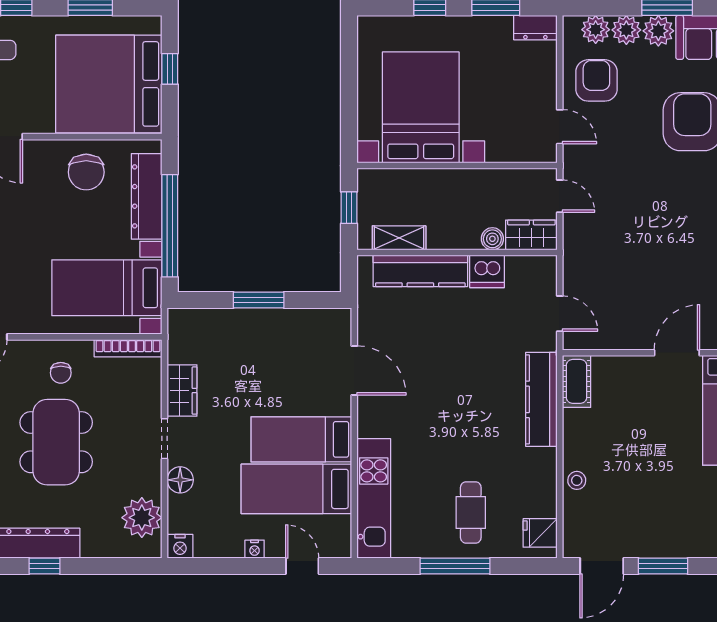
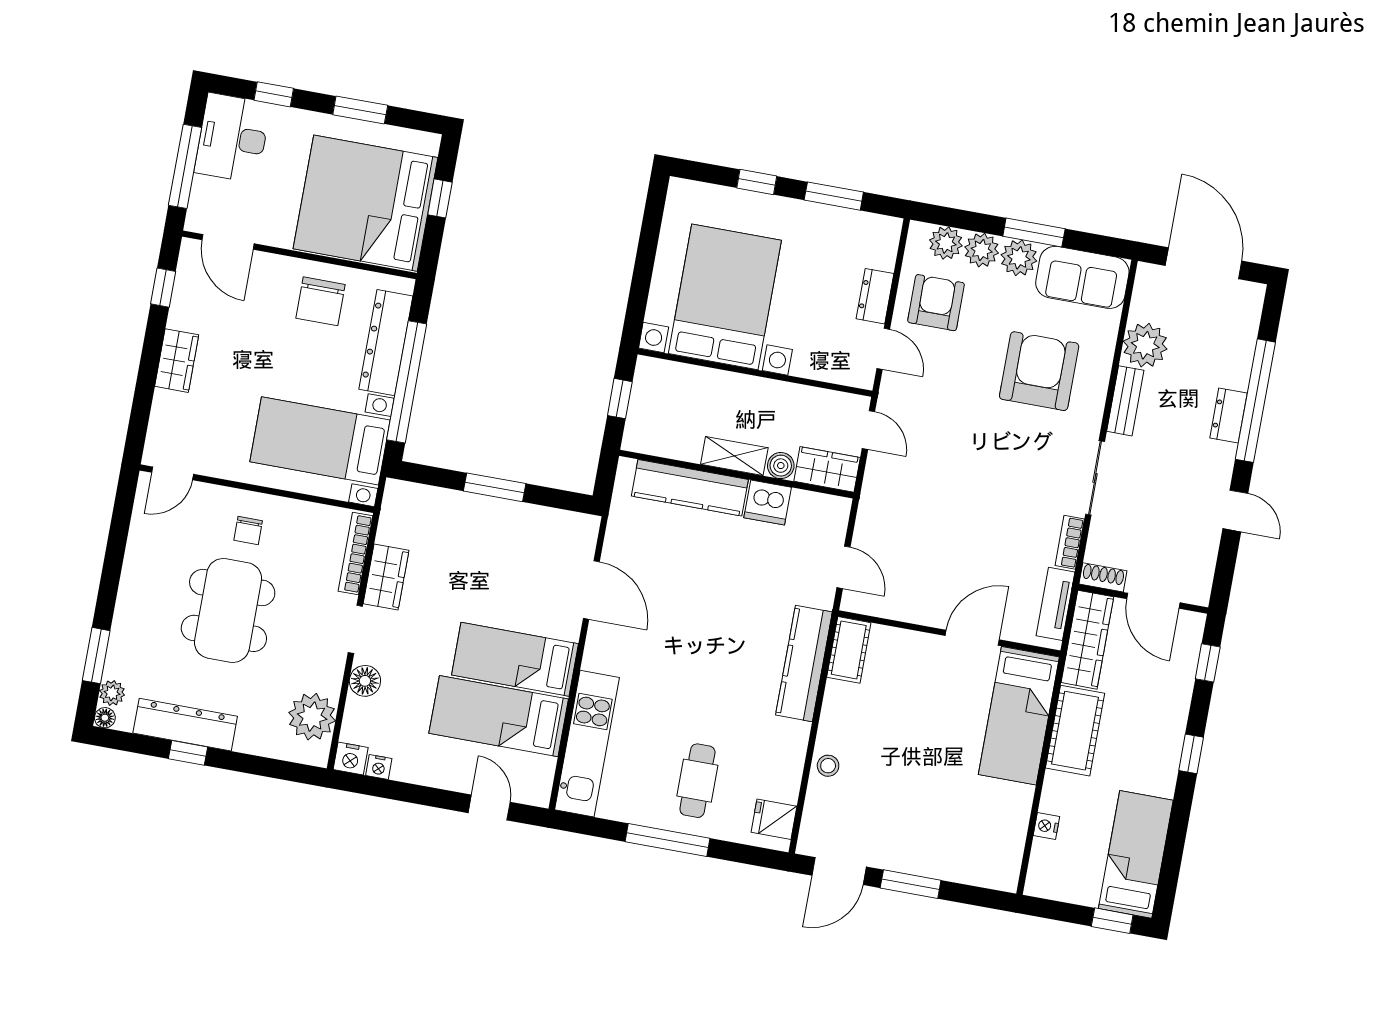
dresser: (535, 28) -> (875, 296), moved, turned 90
shelving: (399, 238) -> (734, 456), moved
bookcase: (128, 348) -> (355, 553), moved, turned 90
nightstand: (255, 549) -> (379, 767), moved

